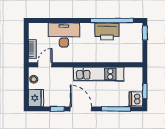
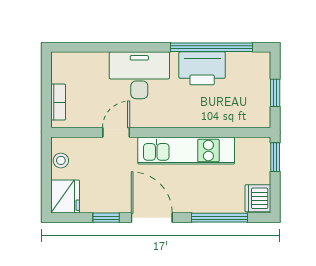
window: (145, 33) -> (275, 93), moved
desk: (64, 35) -> (139, 75), moved
door: (45, 65) -> (116, 132), moved
window: (145, 91) -> (275, 157), moved

